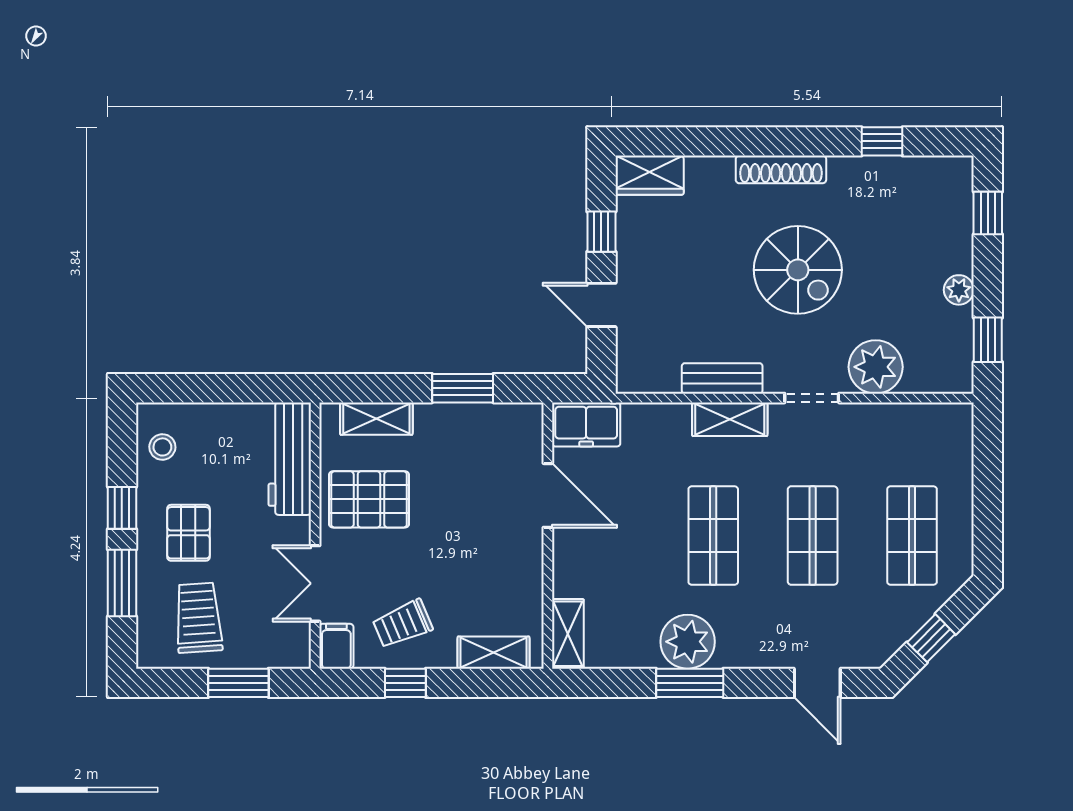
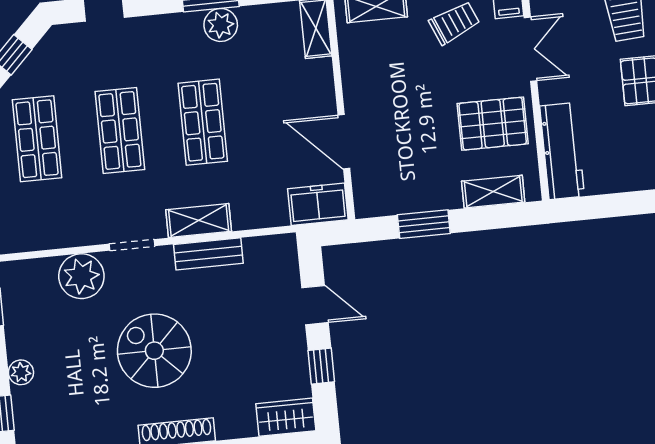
plant: (959, 290) -> (21, 372), moved
plant: (688, 642) -> (221, 25), width x0.73, depth x0.73

